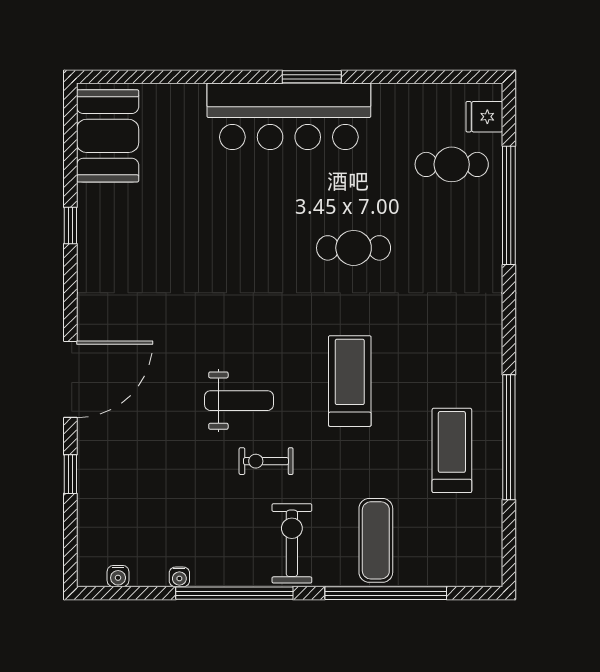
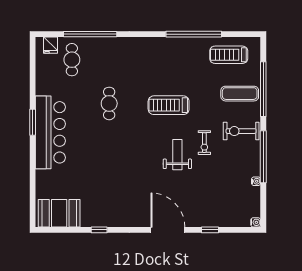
treadmill: (452, 450) -> (229, 55), moved
water cooler: (118, 576) -> (256, 222), moved

